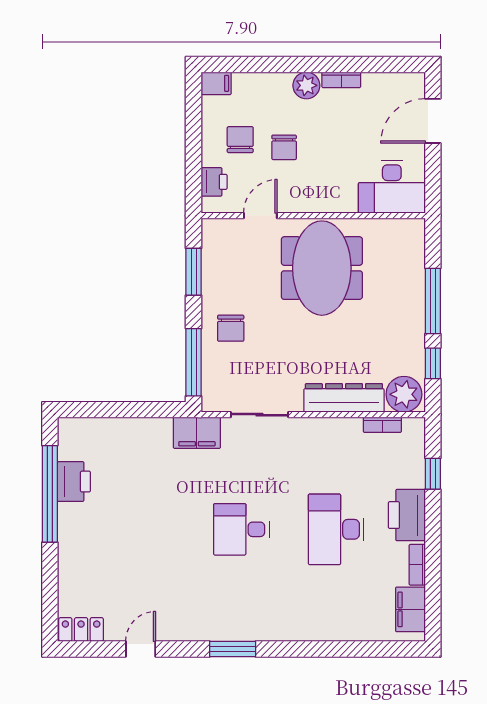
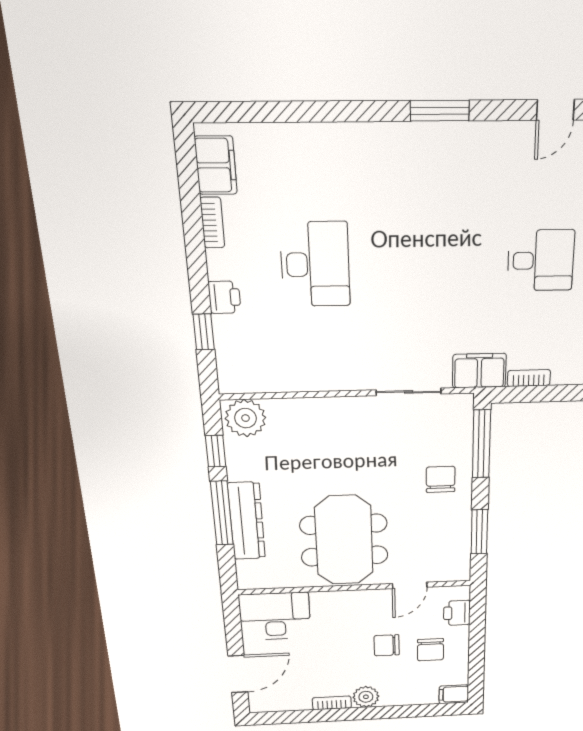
chair: (284, 147) -> (387, 645), turned -90
dresser: (344, 398) -> (247, 521), moved, turned -90
bookcase: (382, 425) -> (529, 378), moved
printer: (407, 515) -> (224, 297), width x0.53, depth x0.68
desk: (241, 529) -> (541, 260), moved

